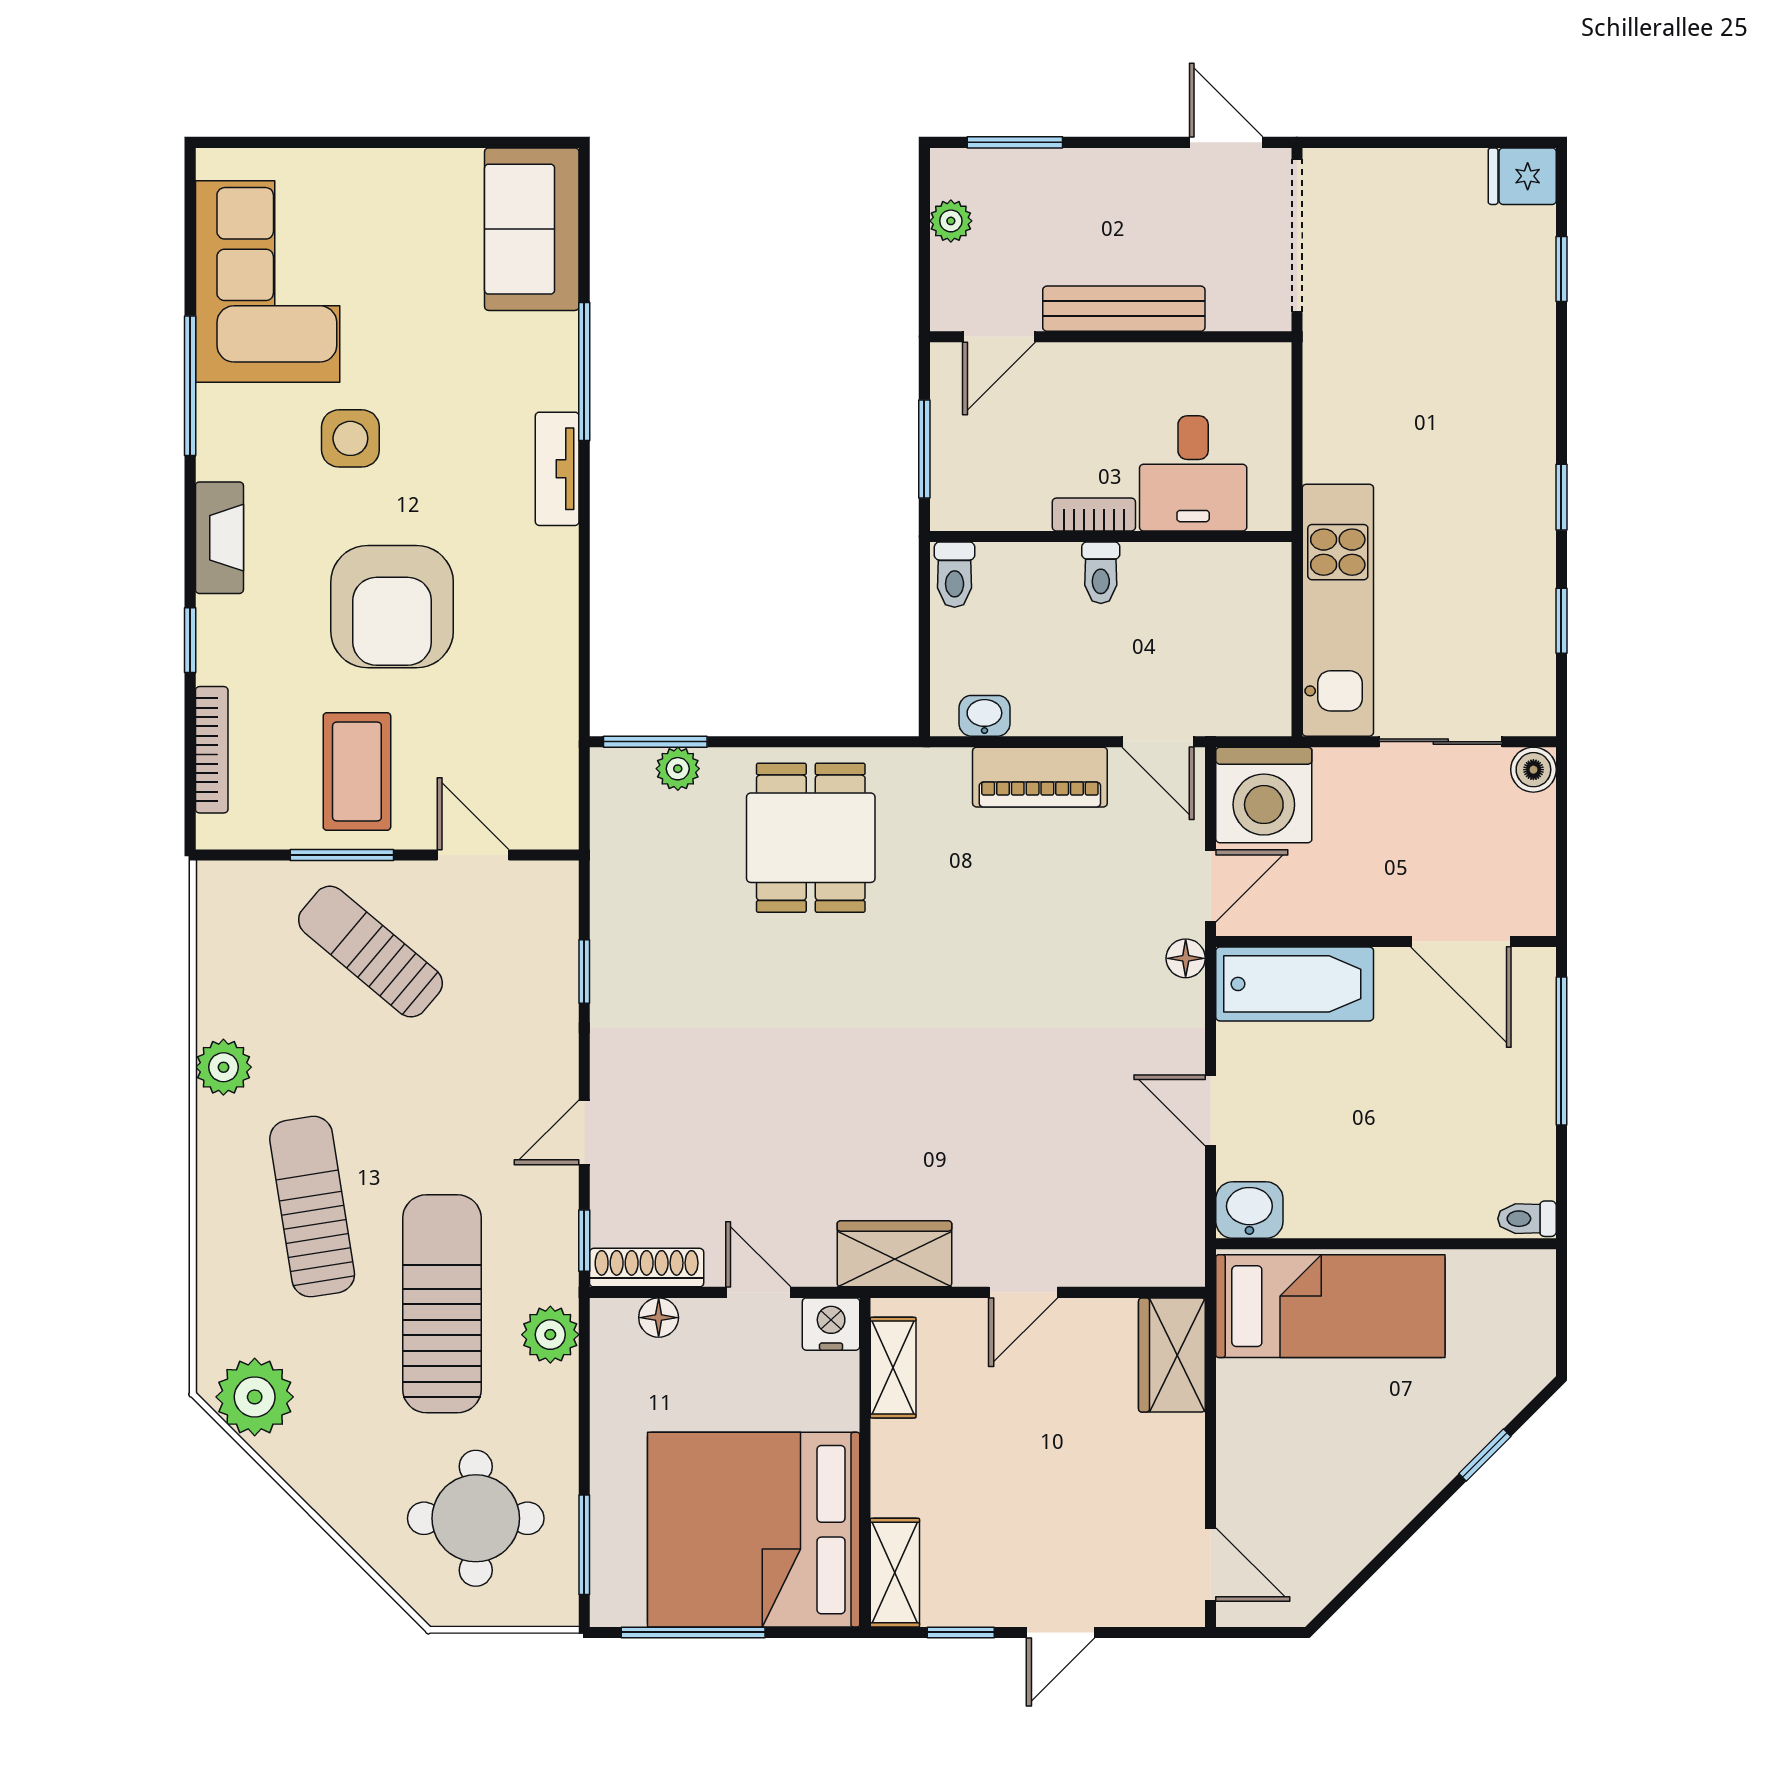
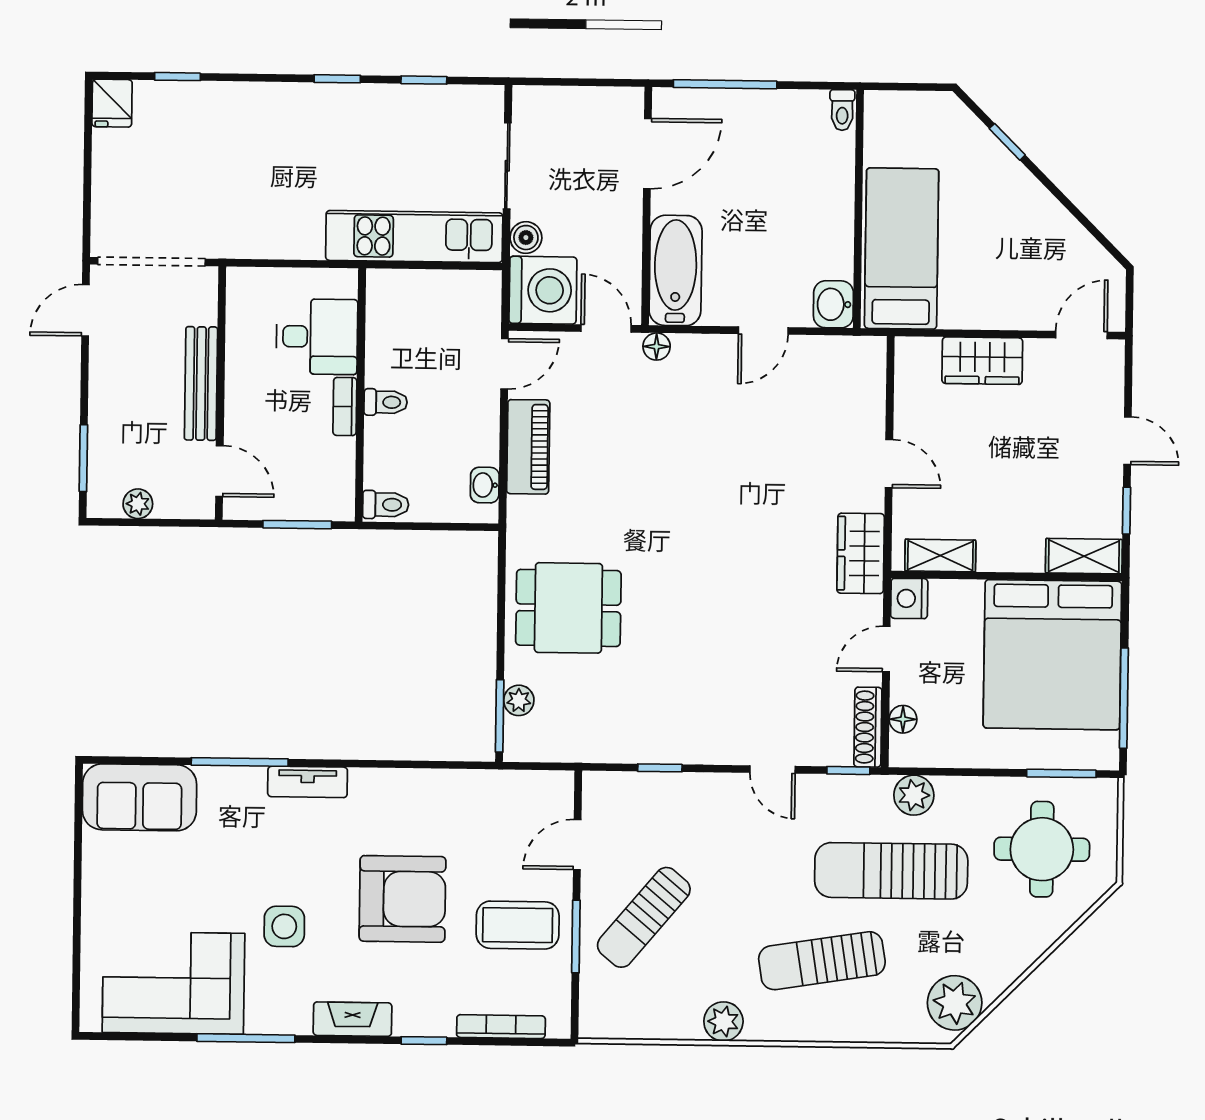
boiler: (1533, 770) -> (526, 238), moved
wardrobe: (1172, 1355) -> (982, 361), moved

